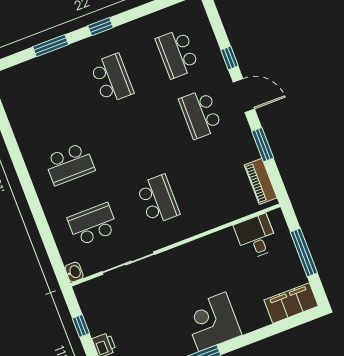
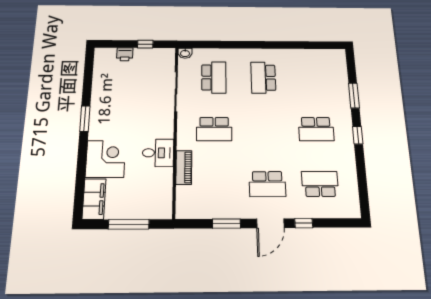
school desk: (200, 114) -> (267, 184), turned 180
piano: (261, 181) -> (184, 167), moved, turned 90
desk: (256, 237) -> (158, 153), moved
corner desk: (212, 322) -> (106, 159), moved

